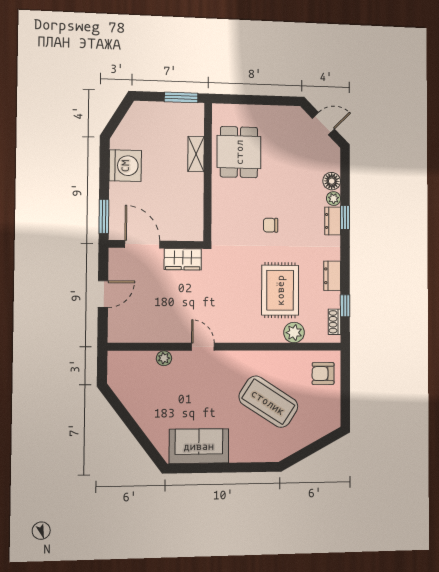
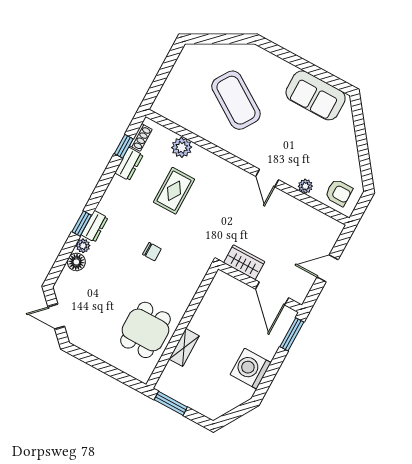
dresser: (332, 276) -> (129, 164), moved
rug: (280, 290) -> (174, 191), width x0.73, depth x0.70
armchair: (323, 373) -> (339, 193), moved

